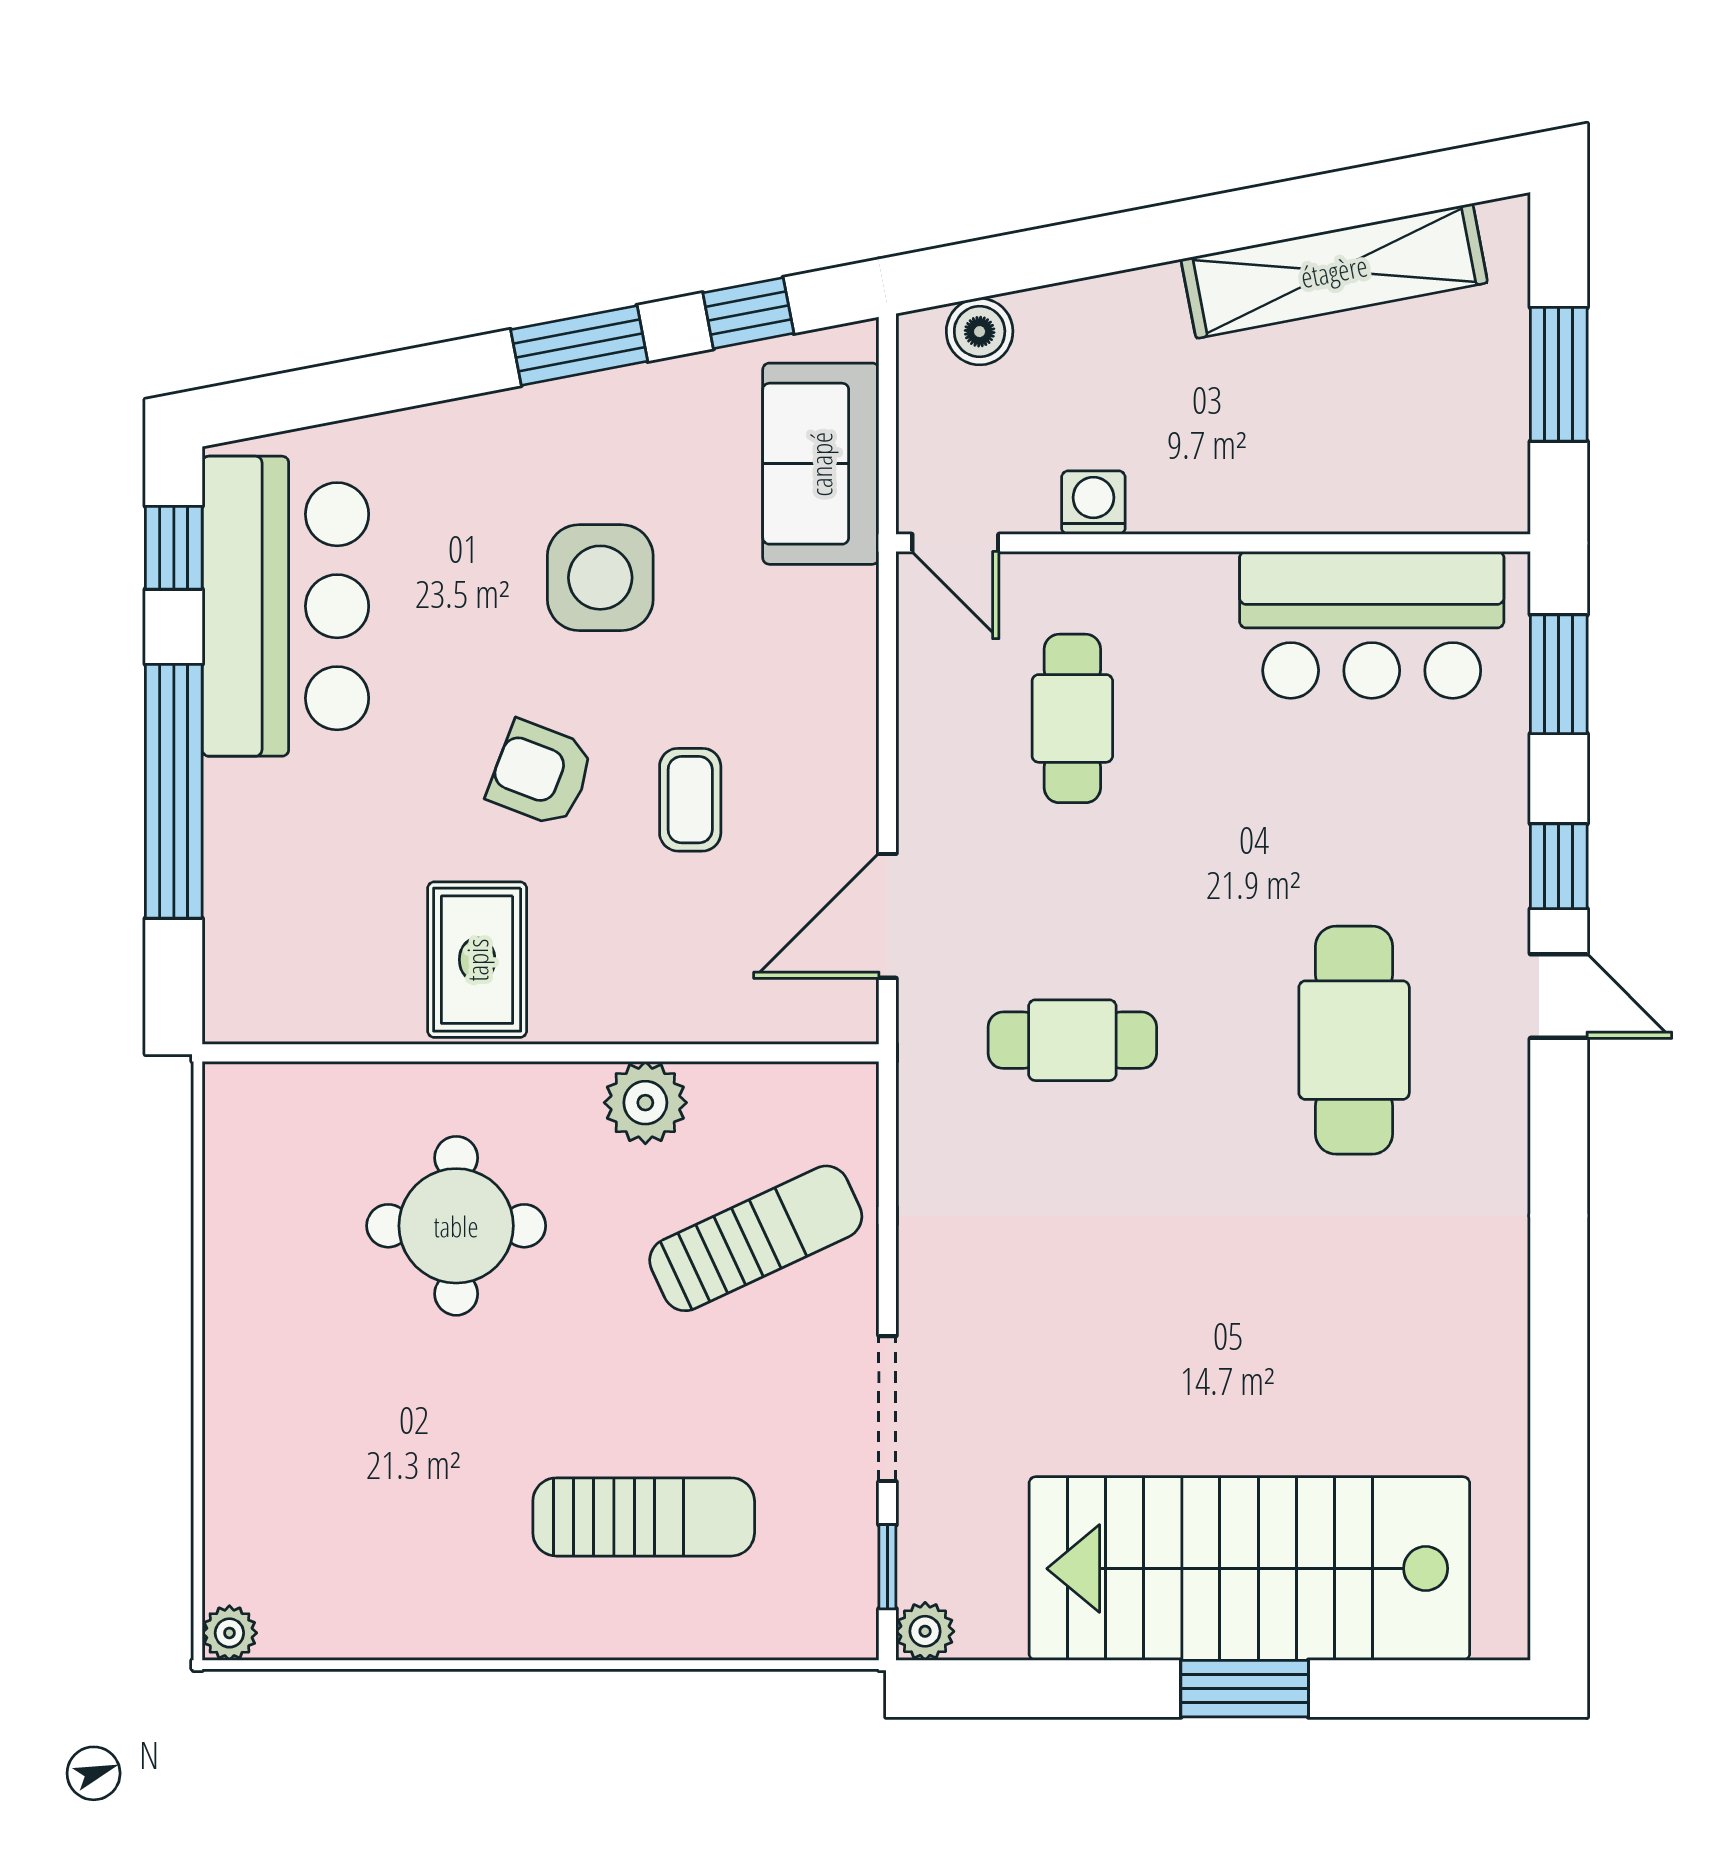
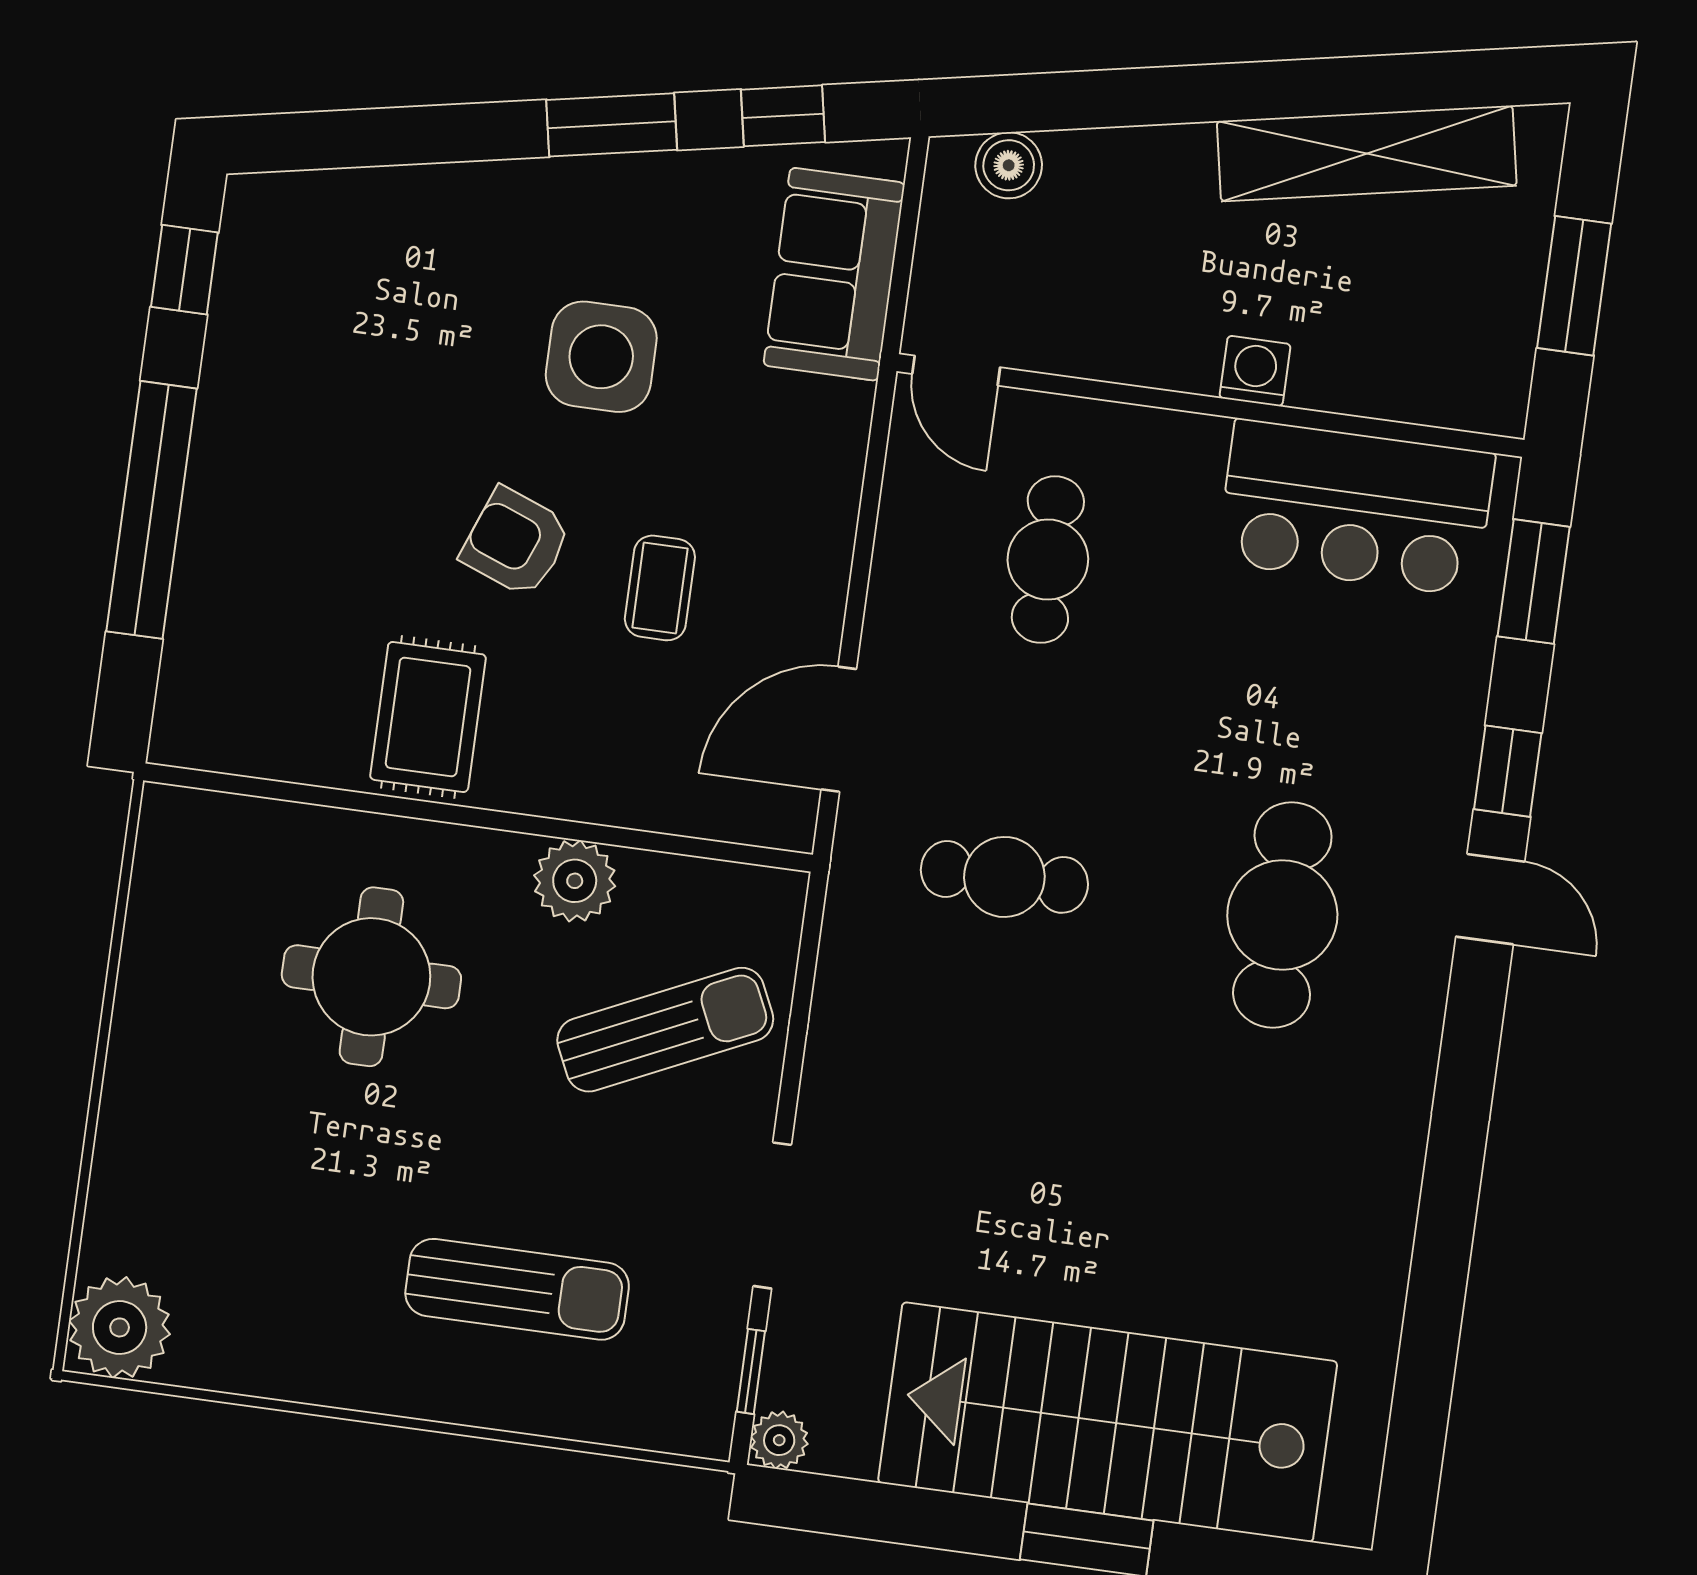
washing machine: (1093, 503) -> (1255, 371), moved
bar counter: (285, 606) -> (287, 342), removed
plant: (229, 1633) -> (120, 1327), width x1.88, depth x1.88

